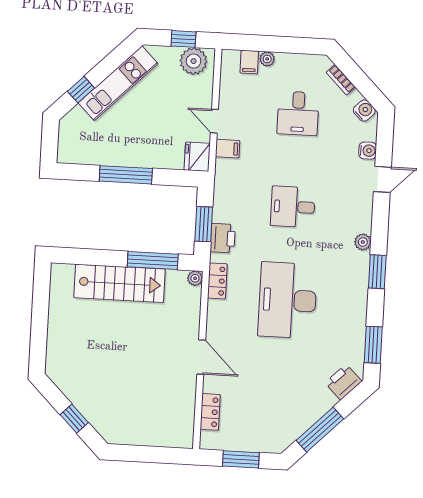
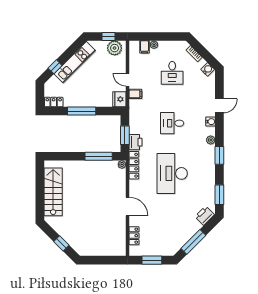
water cooler: (368, 151) -> (211, 122), moved
locker: (75, 155) -> (54, 102), added
locker: (217, 281) -> (134, 165), width x1.53
stairs: (120, 283) -> (53, 192), moved, turned -90

